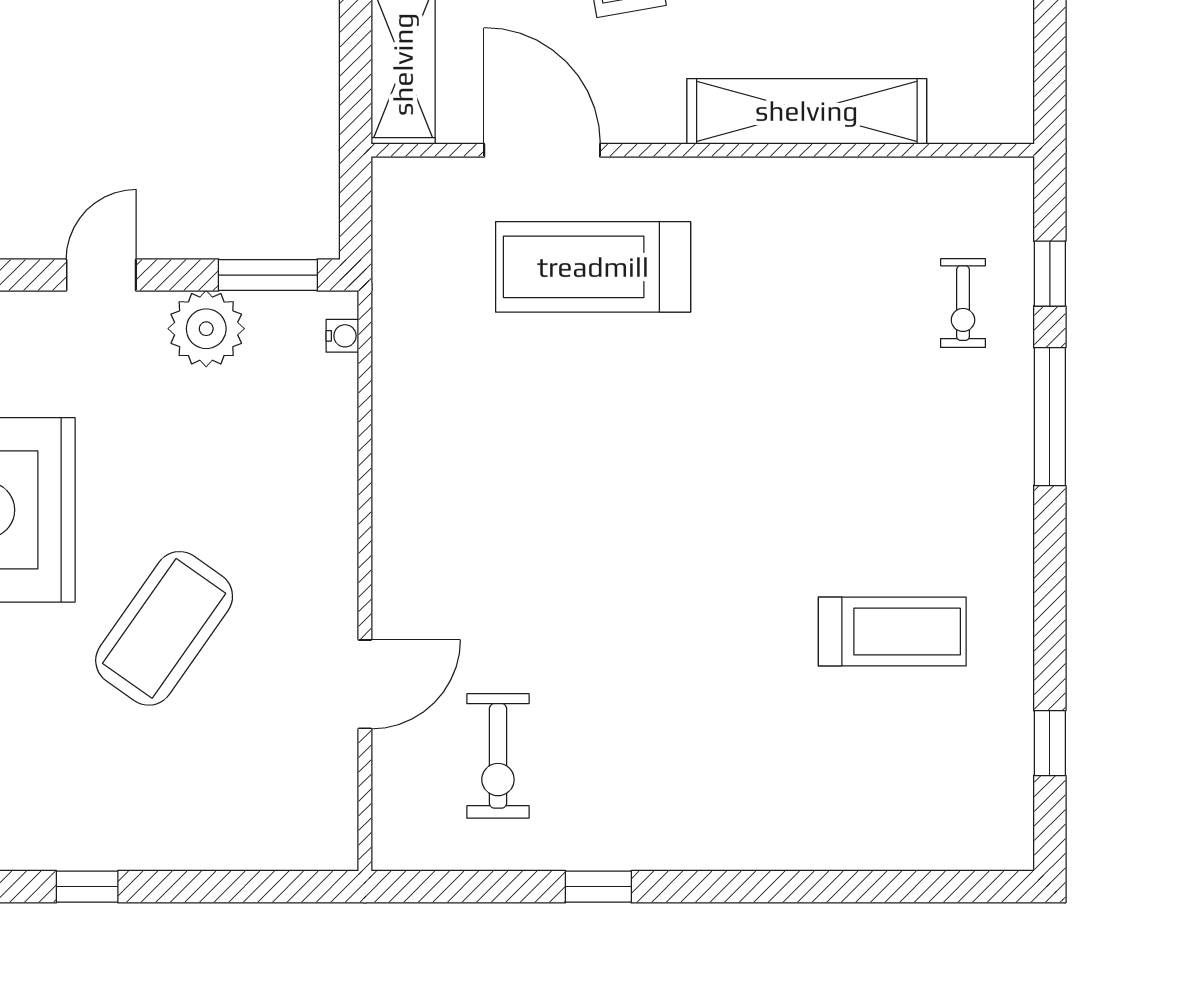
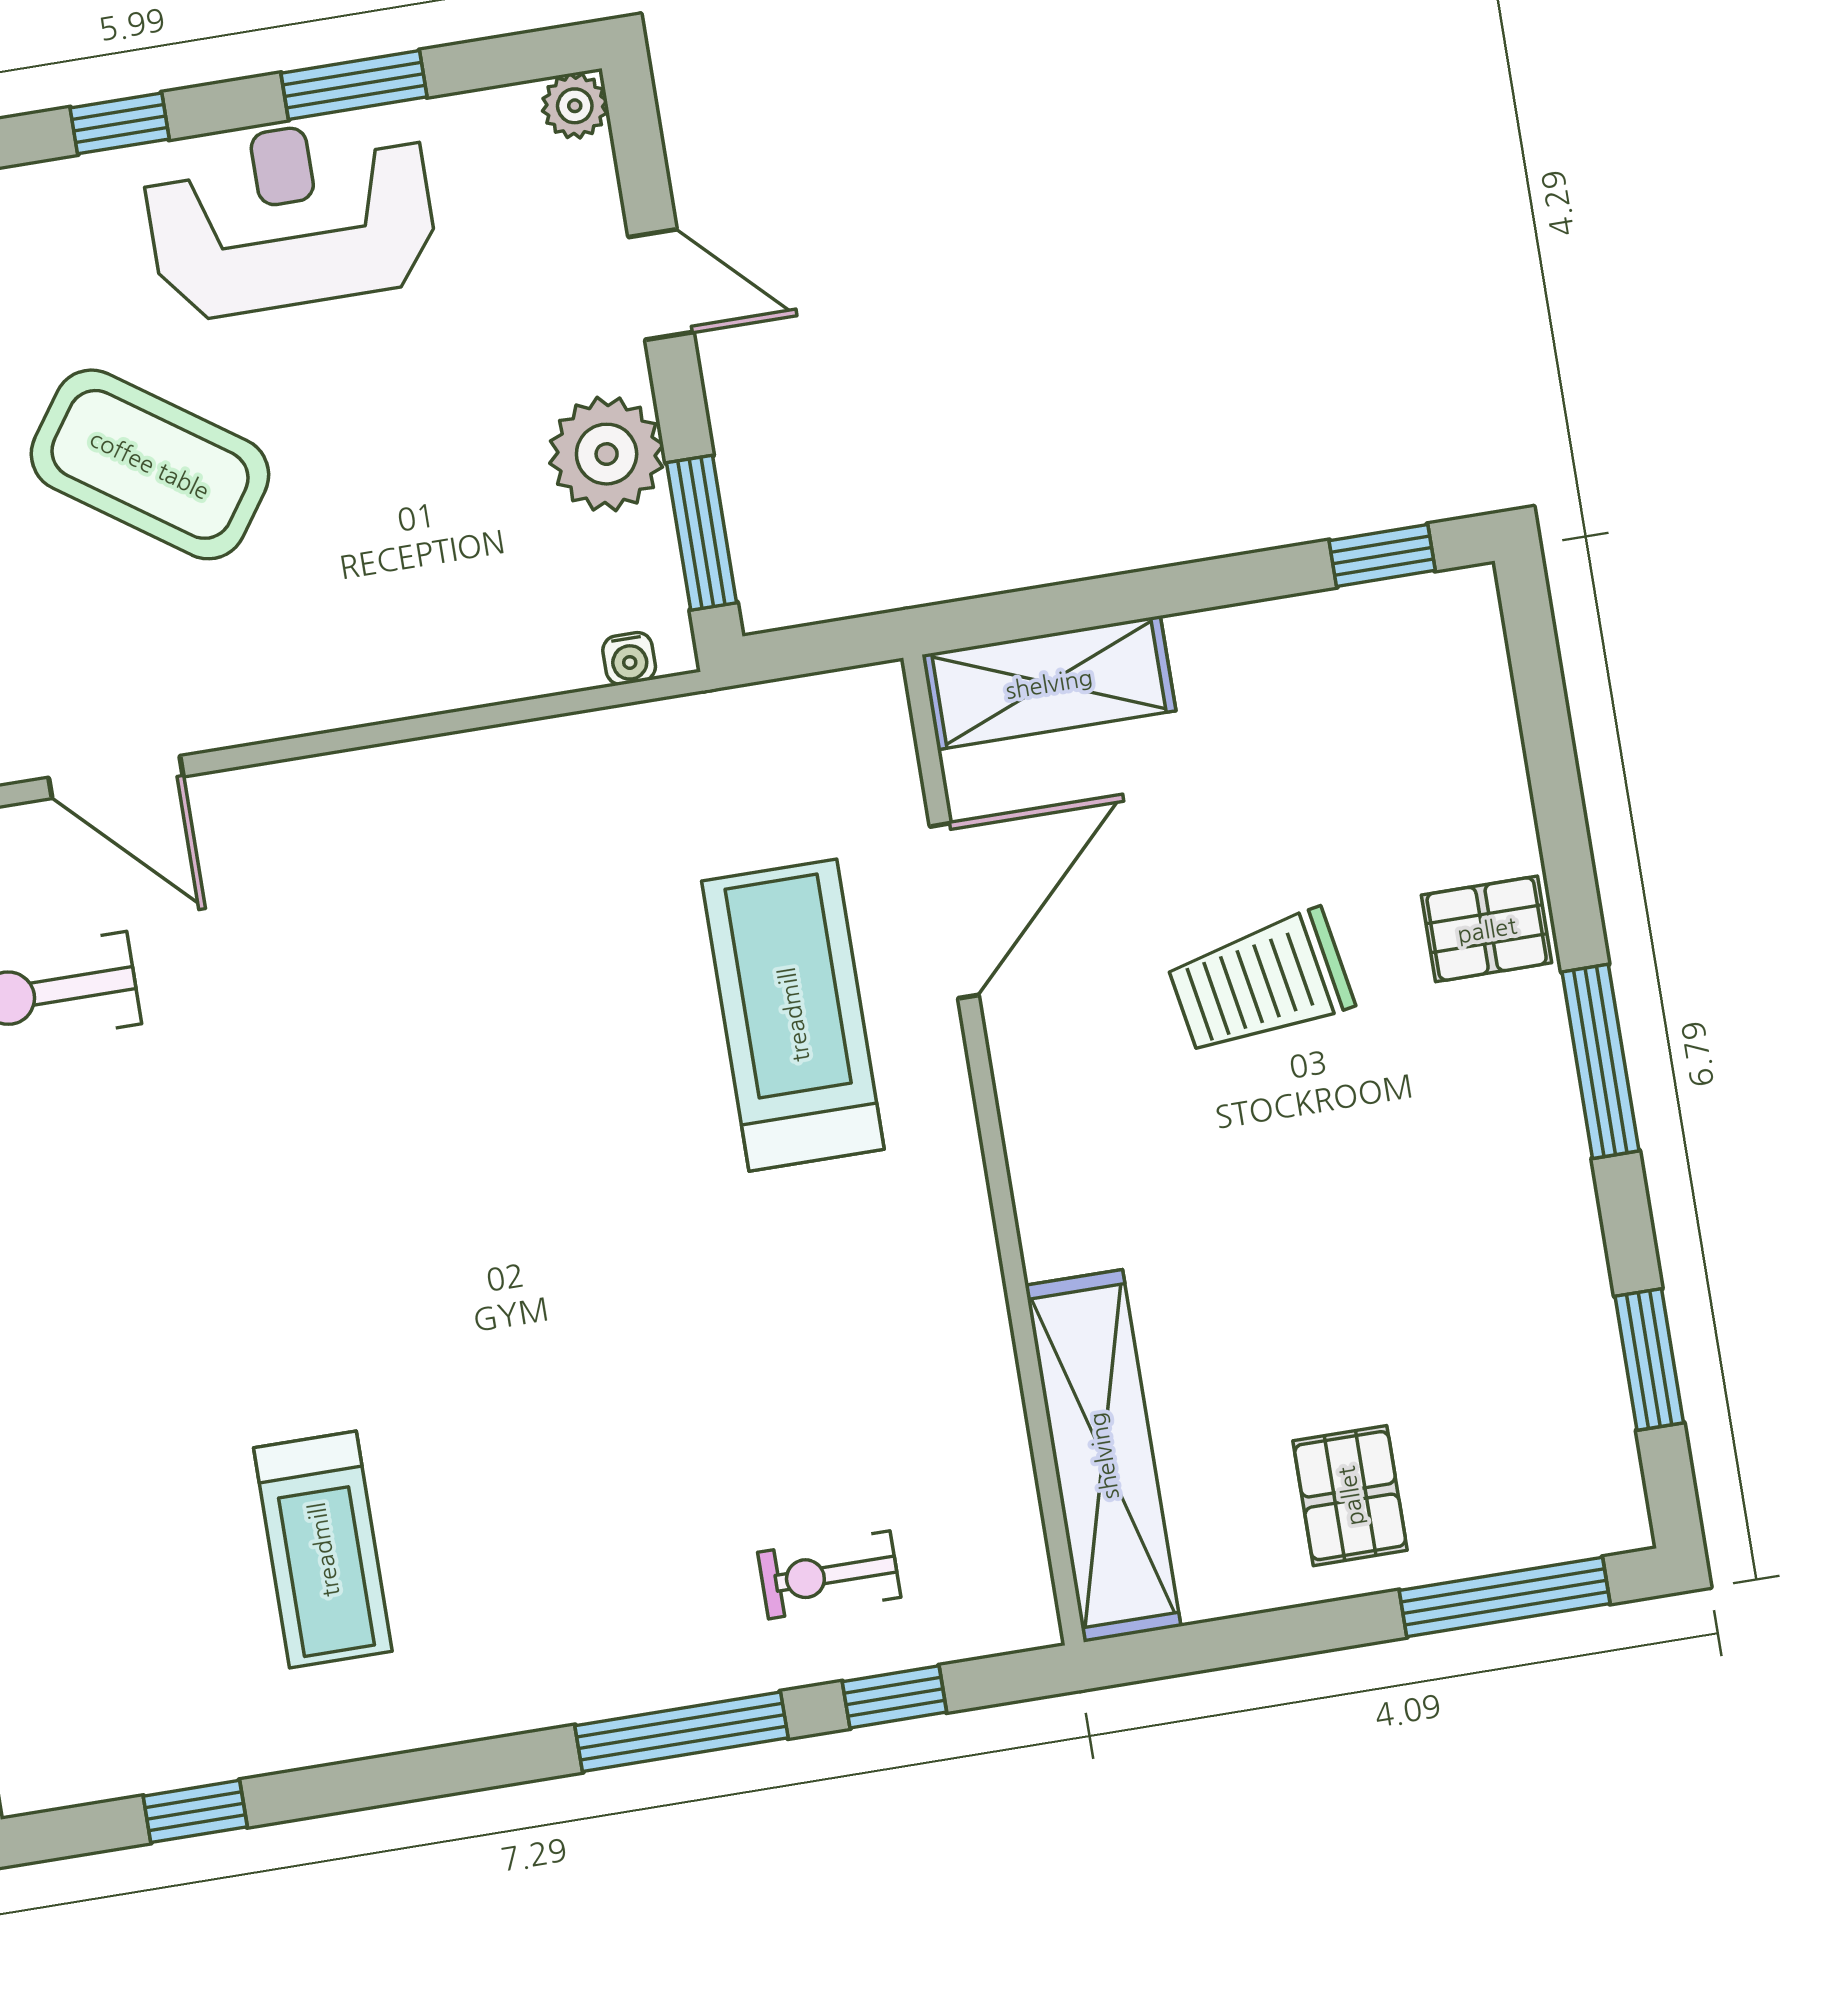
shelving: (807, 111) -> (1103, 1456), moved

